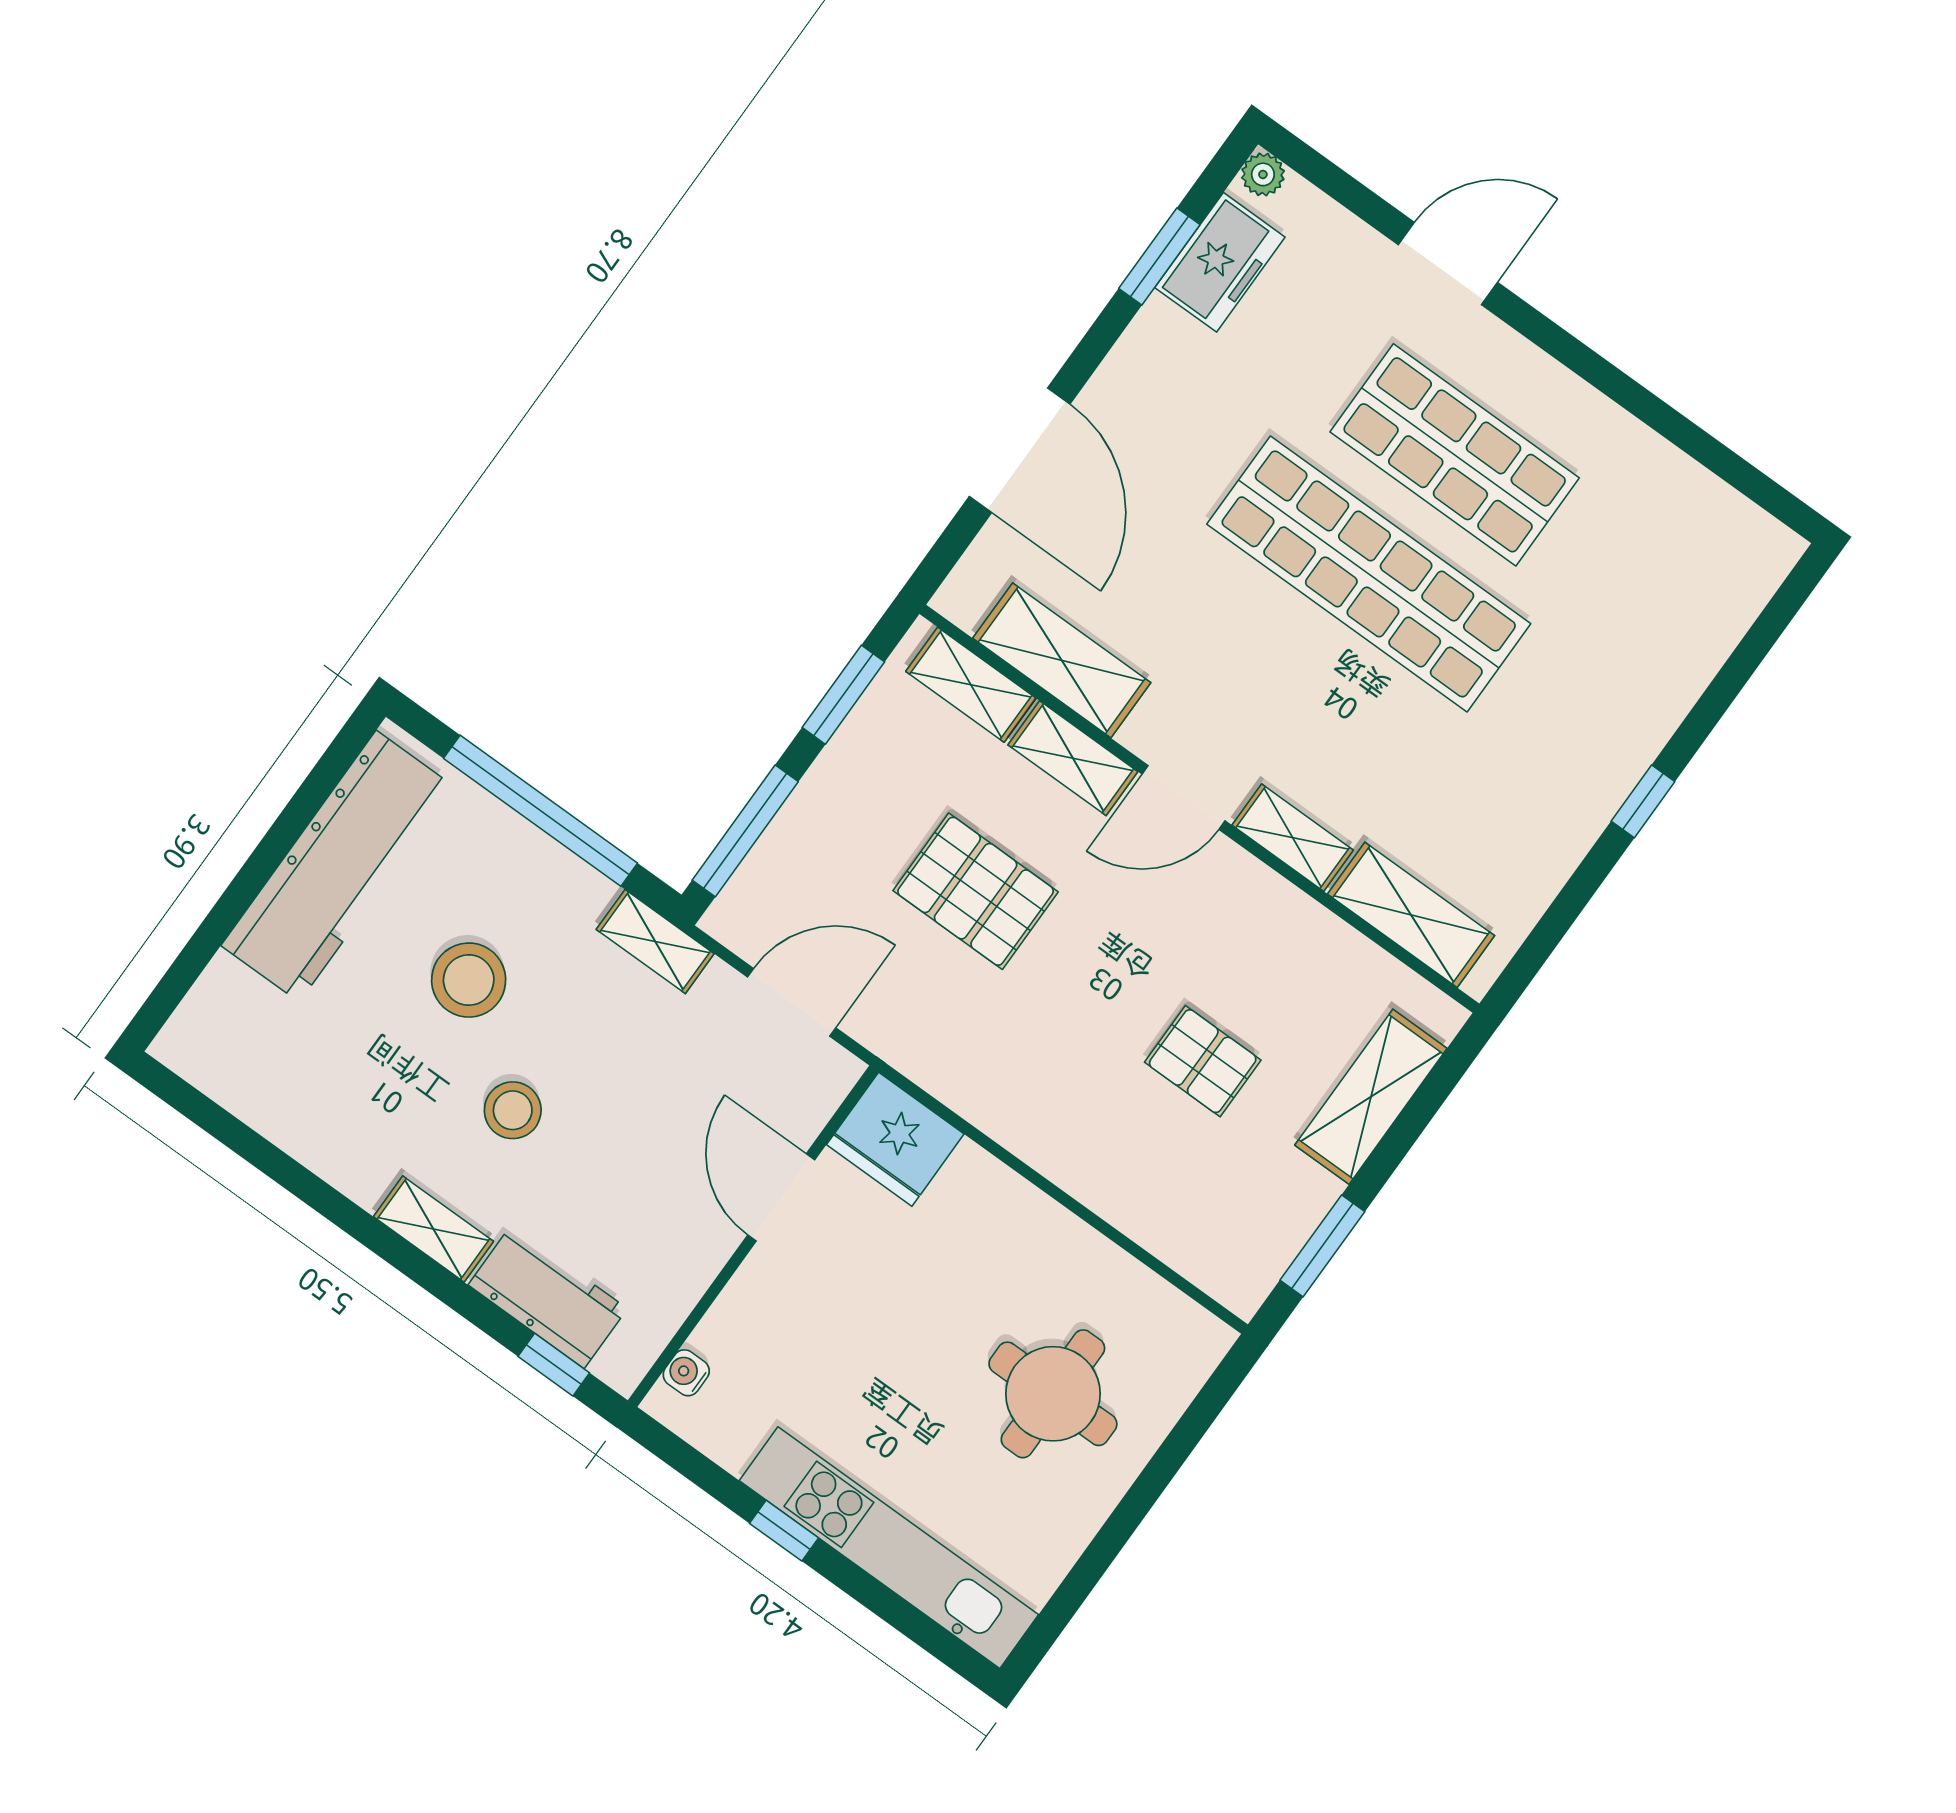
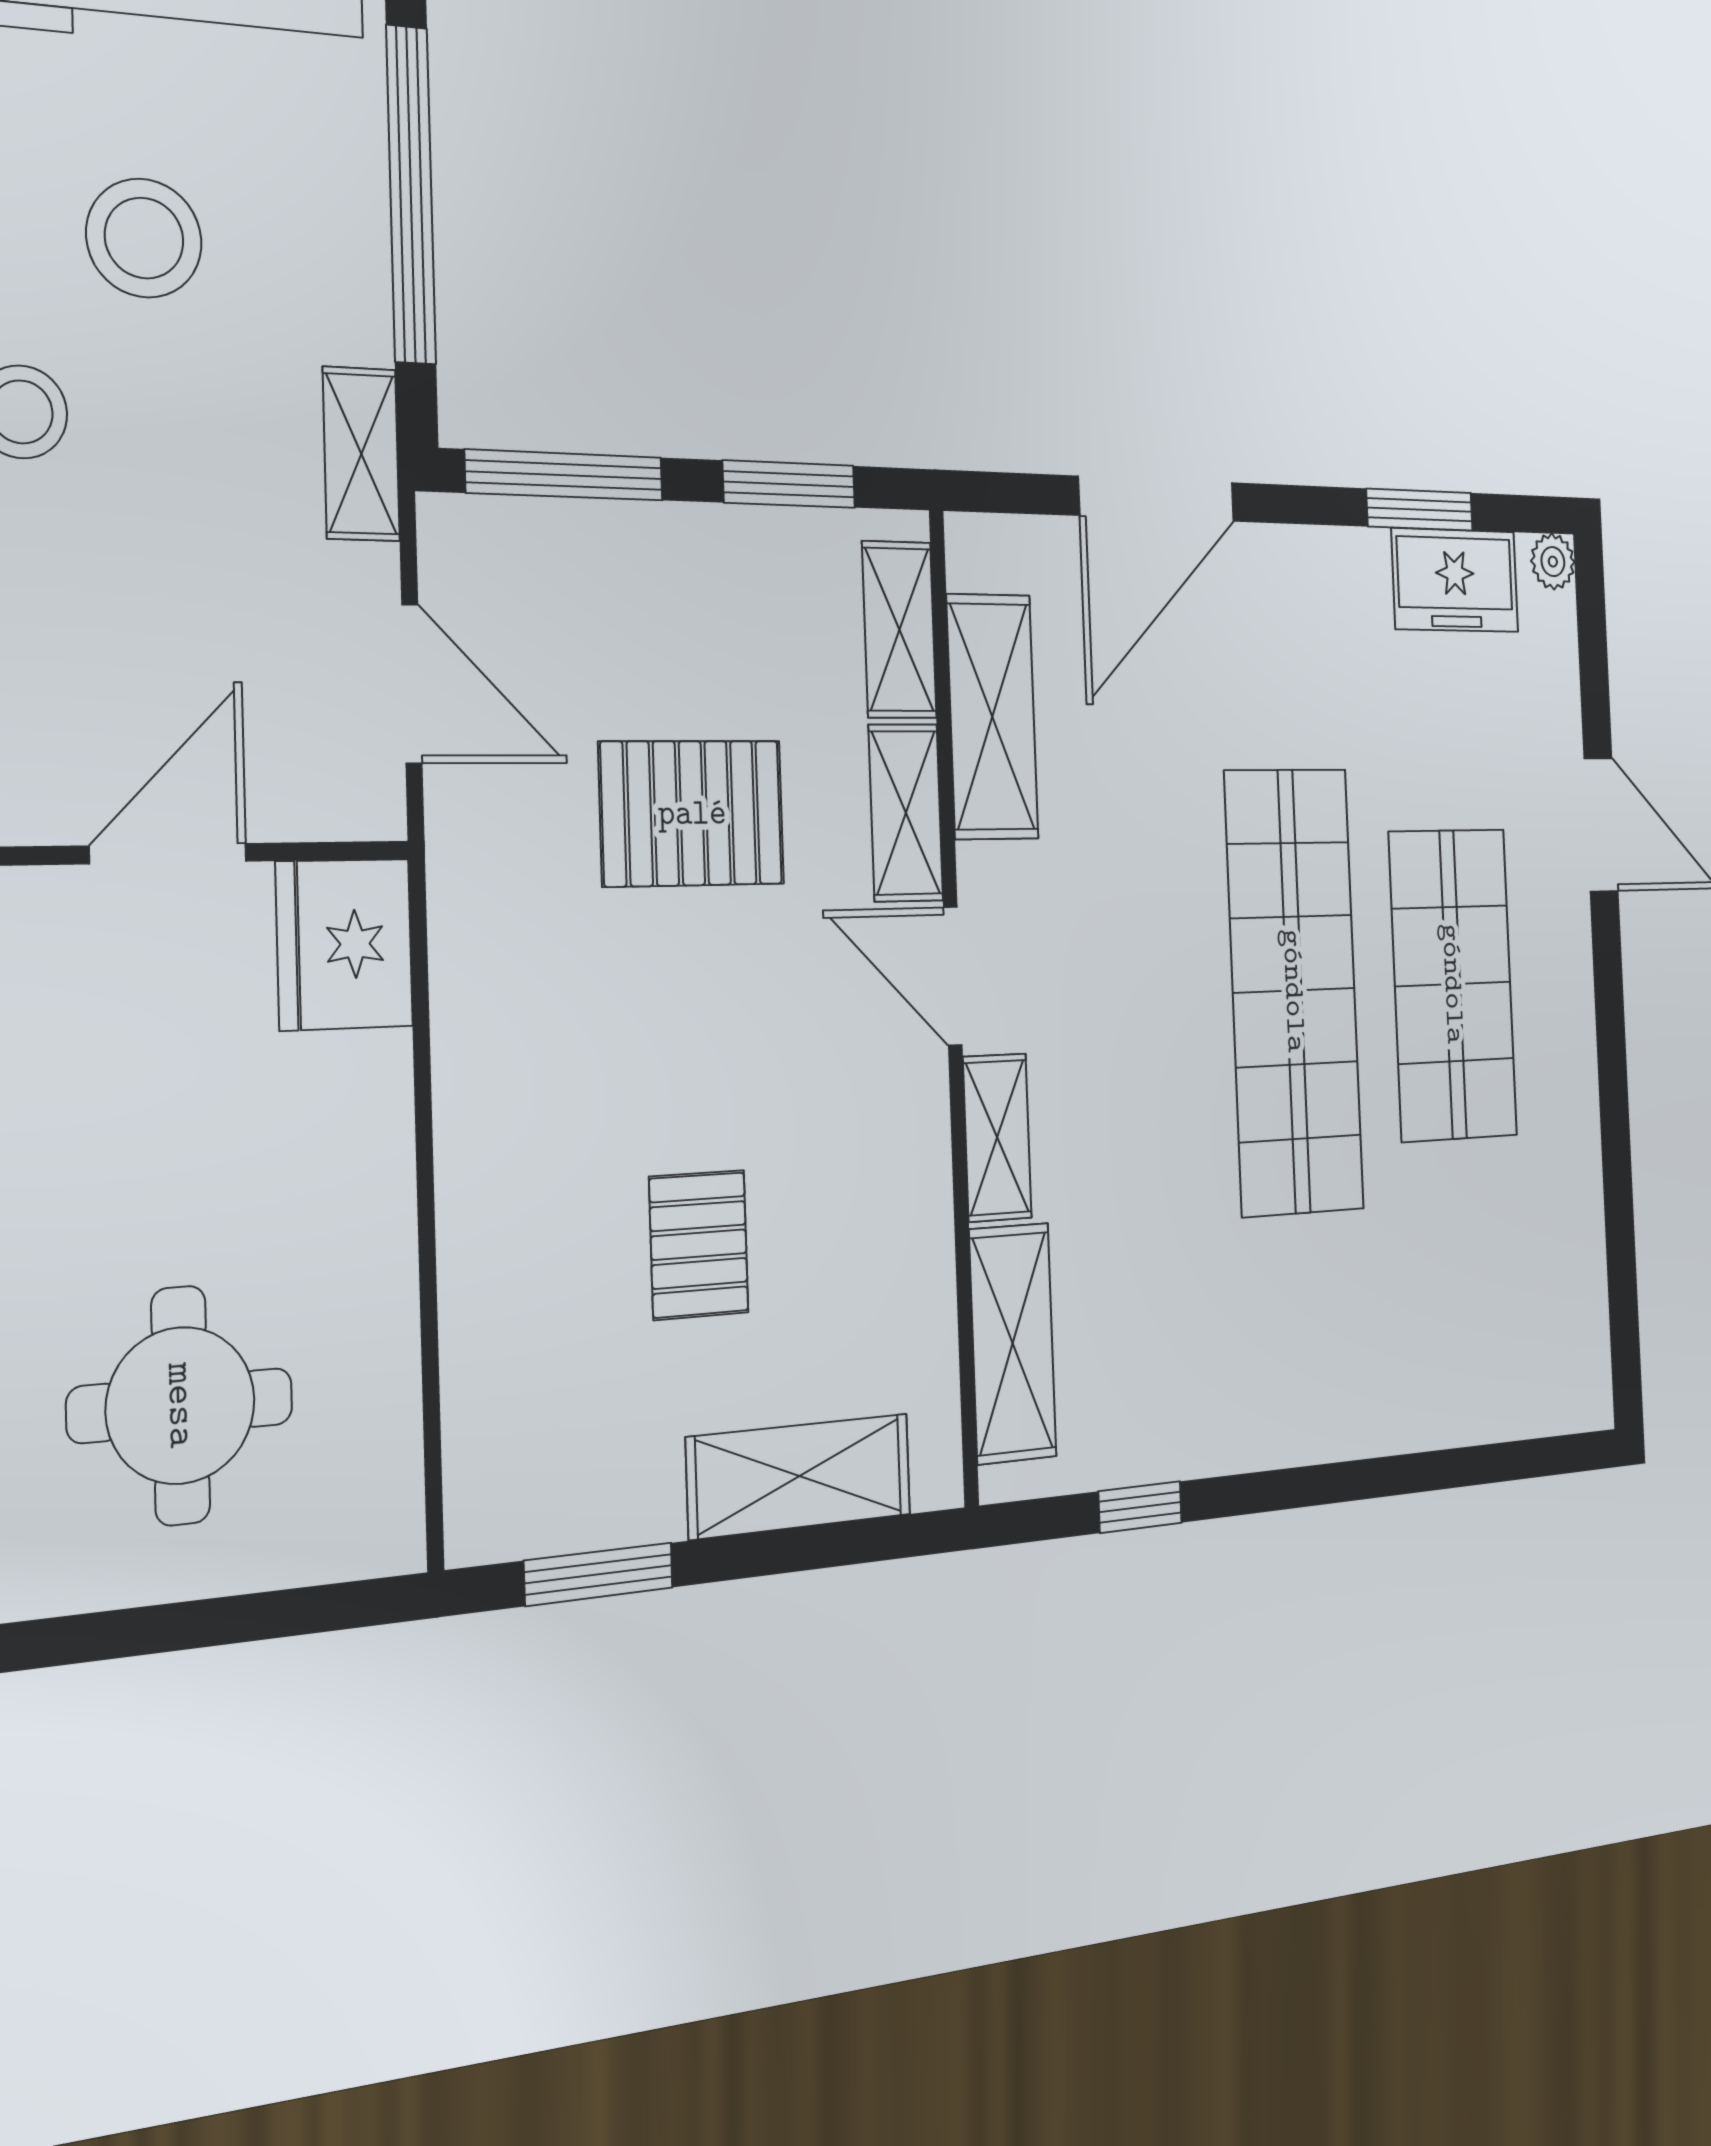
window: (1643, 801) -> (1140, 1507), moved
pallet: (976, 891) -> (692, 813), turned 90

